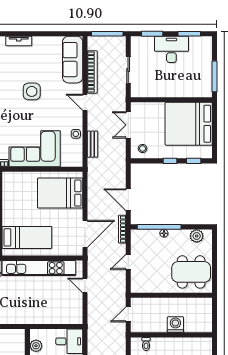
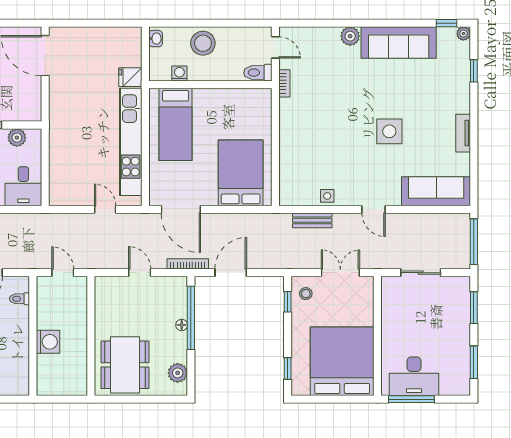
tv unit: (19, 41) -> (463, 133), moved
desk: (171, 49) -> (414, 376), moved, turned 90
bookcase: (92, 72) -> (418, 220), removed
door: (85, 102) -> (374, 209), swing flipped
corner sofa: (35, 149) -> (305, 136), removed
window: (170, 161) -> (288, 302), moved
door: (85, 285) -> (105, 209), hinge flipped

